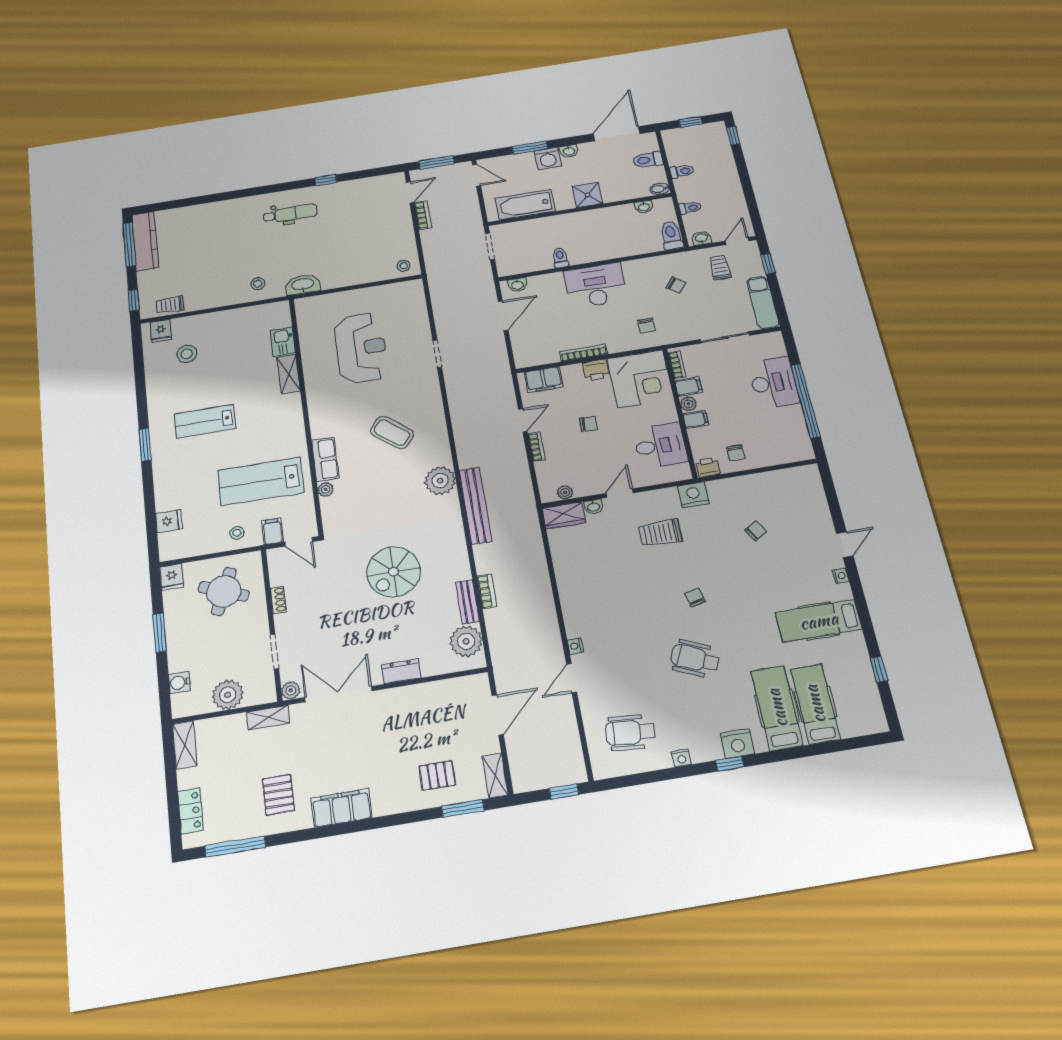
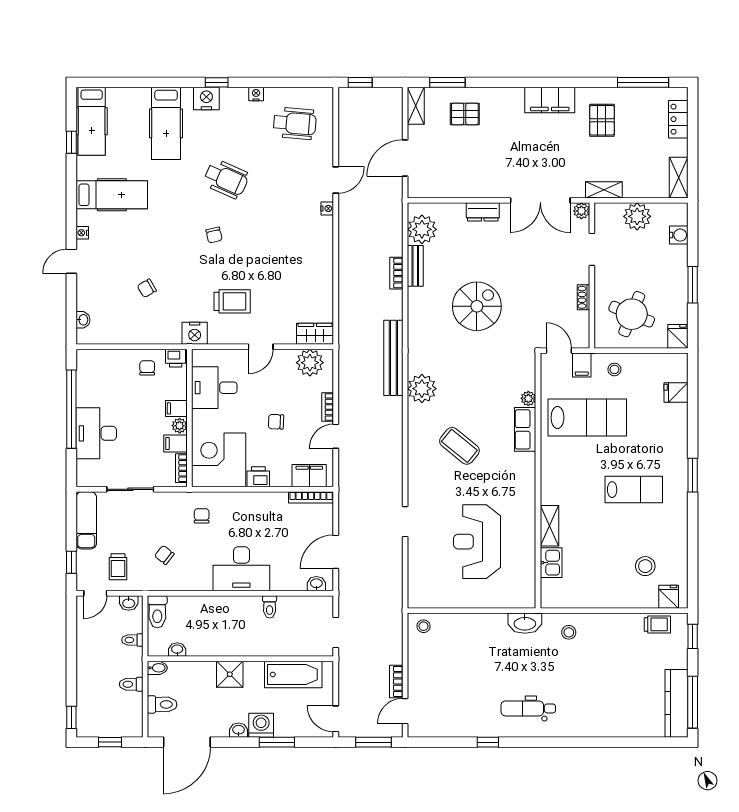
bookcase: (584, 353) -> (311, 497), moved
plant: (565, 492) -> (310, 363), width x1.87, depth x1.87
washbasin: (594, 507) -> (83, 320), moved, turned 90
hospital bed: (815, 704) -> (92, 121), moved

